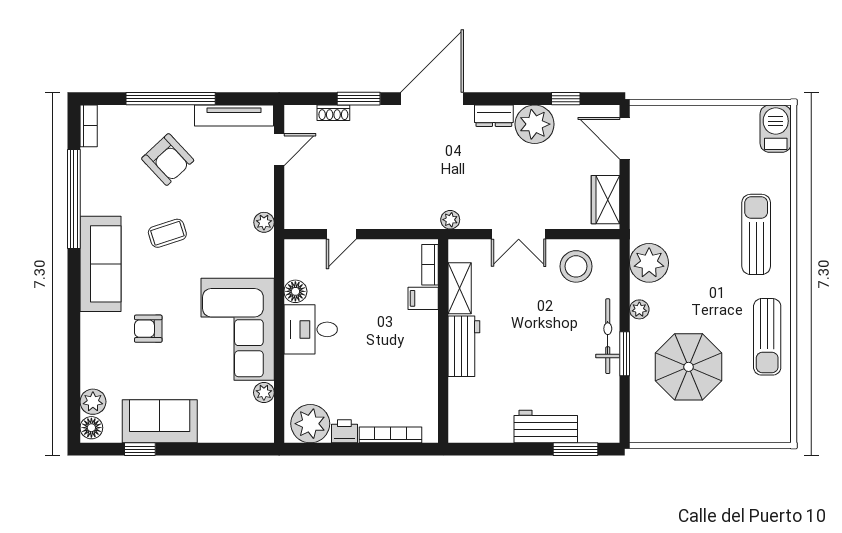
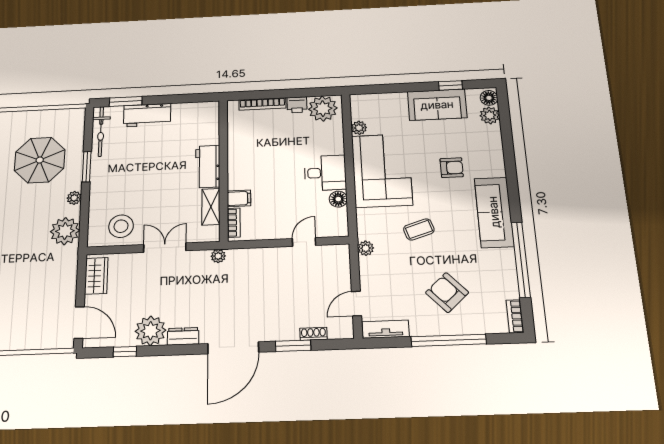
tv unit: (234, 116) -> (386, 329), width x0.71
coffee table: (167, 233) -> (419, 229), moved
bicycle: (608, 336) -> (101, 131), moved

